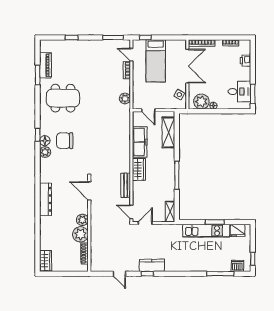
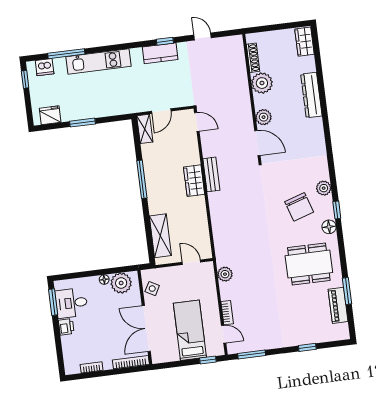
printer: (245, 61) -> (66, 327), moved
floor lamp: (45, 141) -> (329, 227), moved
chair: (65, 141) -> (299, 207), turned 72
freezer: (140, 142) -> (198, 218), removed
bench: (126, 185) -> (211, 174), moved
dresser: (46, 199) -> (311, 95), moved
plant: (82, 220) -> (264, 117), moved
door: (145, 223) -> (161, 111), moved
kitchen unit: (206, 231) -> (98, 62), moved, turned 180

